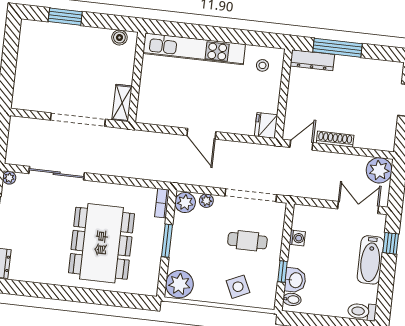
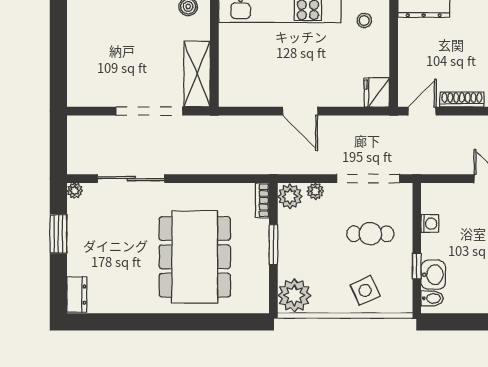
shelving: (122, 103) -> (197, 74), width x1.50, depth x1.33

